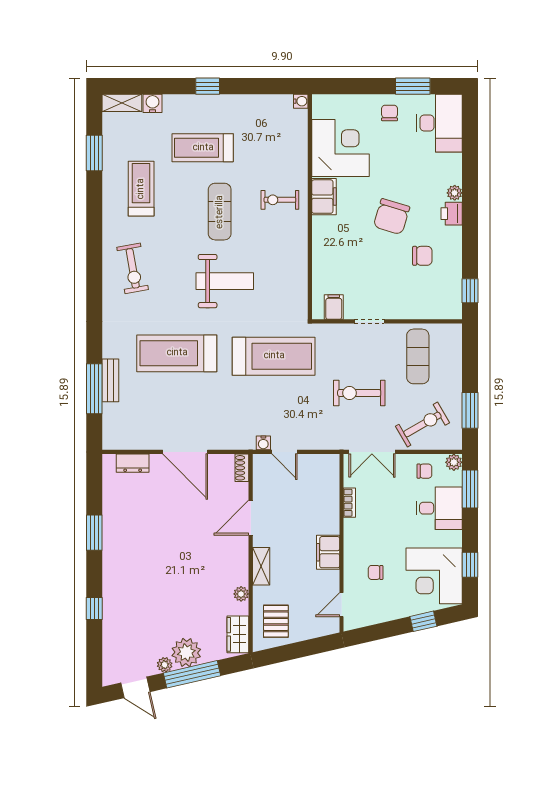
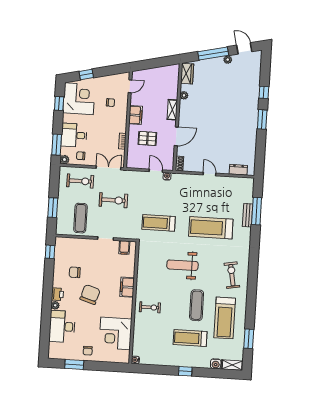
desk: (439, 123) -> (62, 326), moved
treadmill: (203, 148) -> (190, 338), turned 180
treadmill: (141, 189) -> (225, 318), width x1.37, depth x1.38
filing cabinet: (324, 197) -> (127, 287), moved
exercise mat: (220, 212) -> (197, 305), moved
treadmill: (177, 353) -> (211, 228), turned 180
treadmill: (274, 356) -> (159, 223), width x0.73, depth x0.73
window: (470, 410) -> (53, 208), moved
exercise bike: (422, 424) -> (80, 181), turned -150
door: (185, 452) -> (210, 174), width x0.53
window: (94, 533) -> (262, 119), moved
pallet: (276, 621) -> (147, 138), moved, turned 90
plant: (186, 652) -> (216, 65), removed

